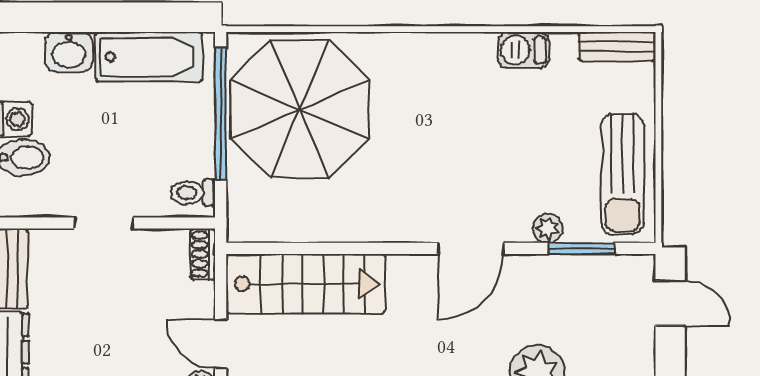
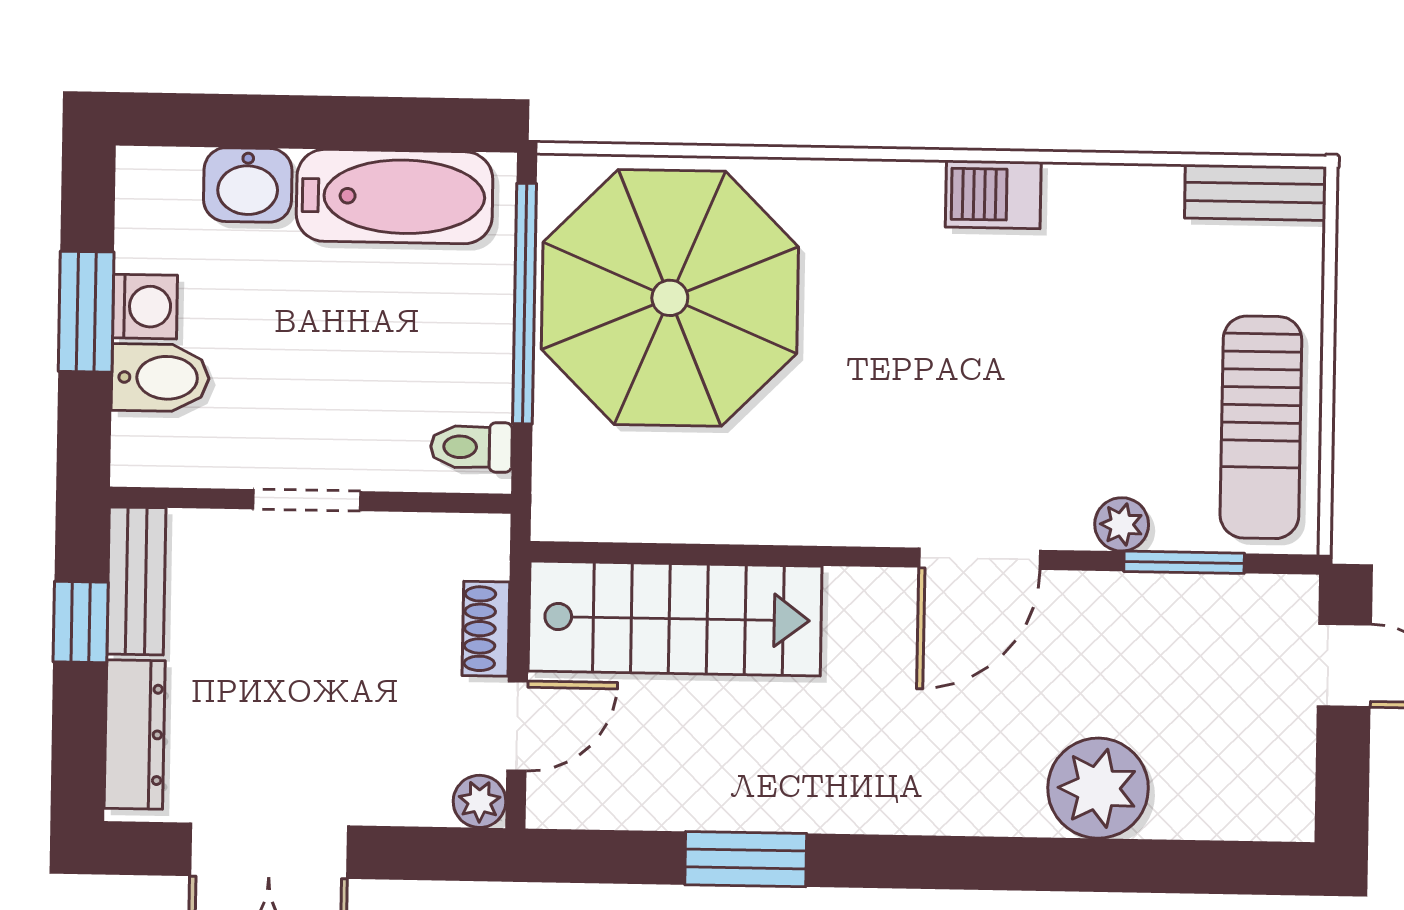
barbecue: (524, 50) -> (993, 194), moved
shoe rack: (203, 254) -> (486, 629), moved
door: (221, 344) -> (517, 726), swing flipped

